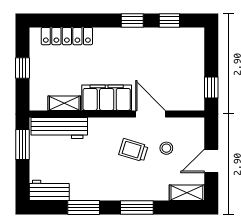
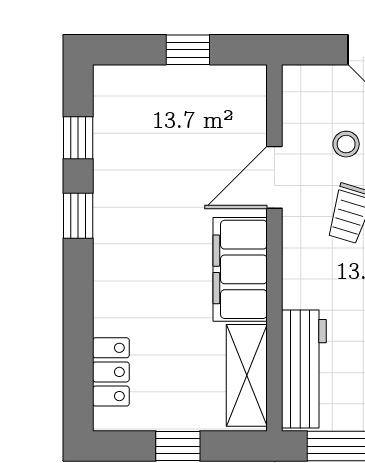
locker: (67, 36) -> (111, 372), width x0.66
window: (211, 88) -> (188, 50), moved
shelving: (64, 103) -> (247, 375), width x1.50, depth x1.33

